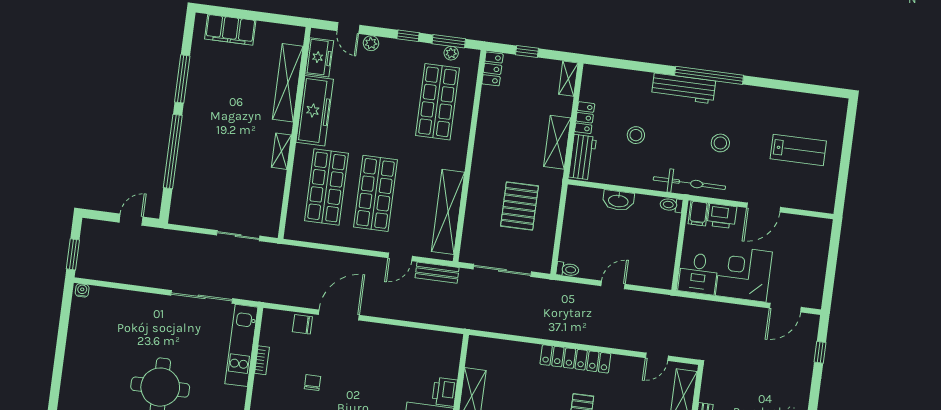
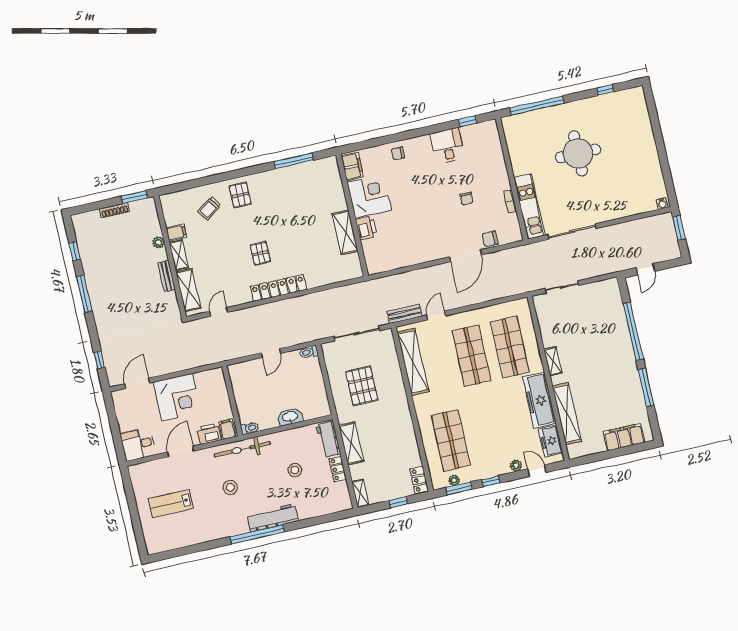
desk: (698, 274) -> (138, 444), moved, turned -90
chair: (302, 324) -> (490, 239), turned 180

